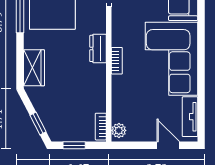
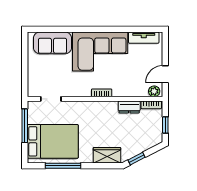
dresser: (98, 48) -> (129, 107), moved
window: (38, 123) -> (137, 159), moved
door: (168, 145) -> (165, 74), moved

